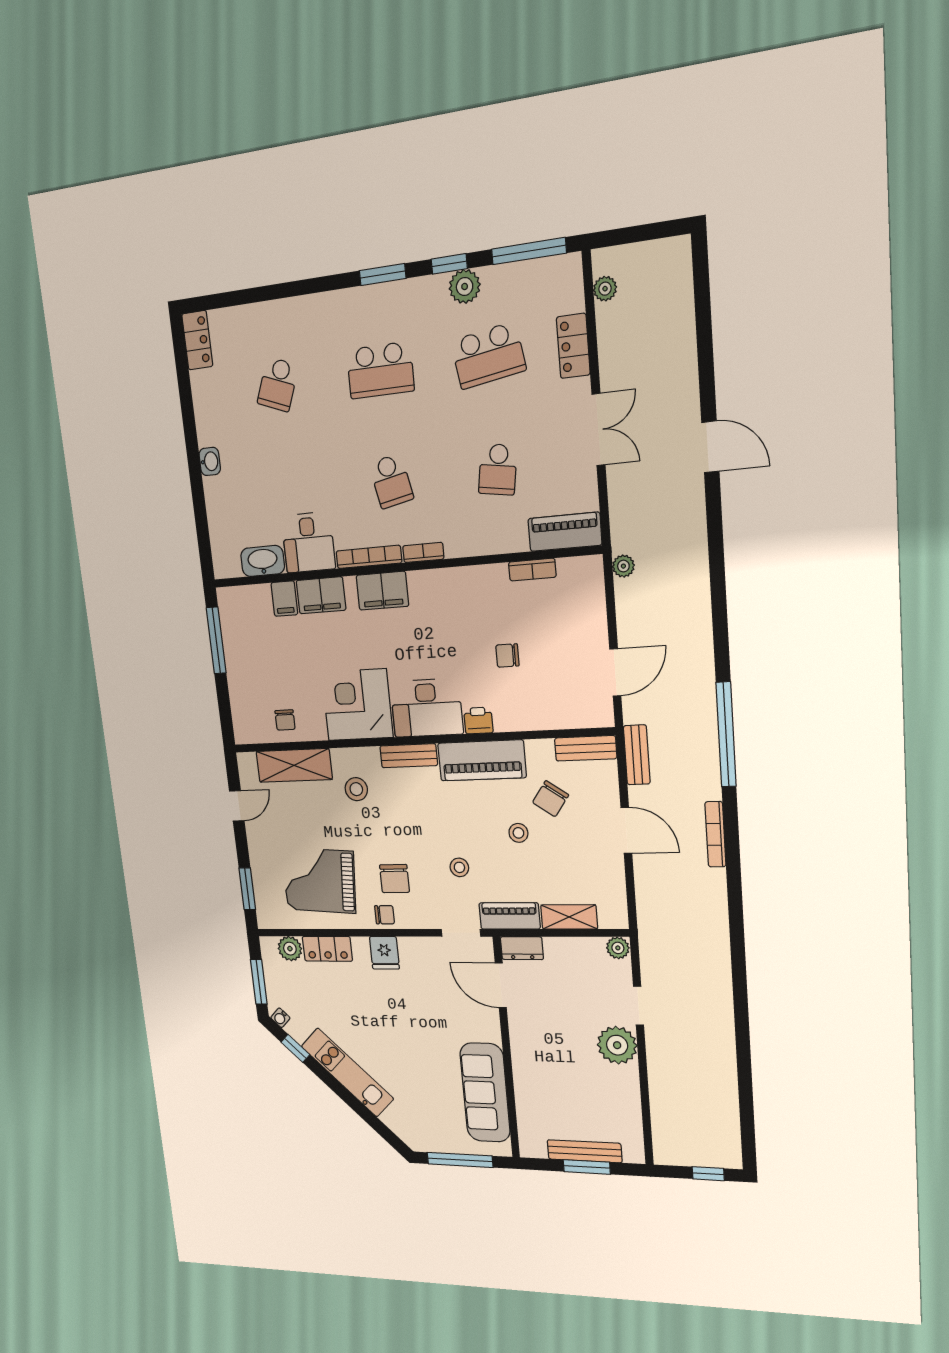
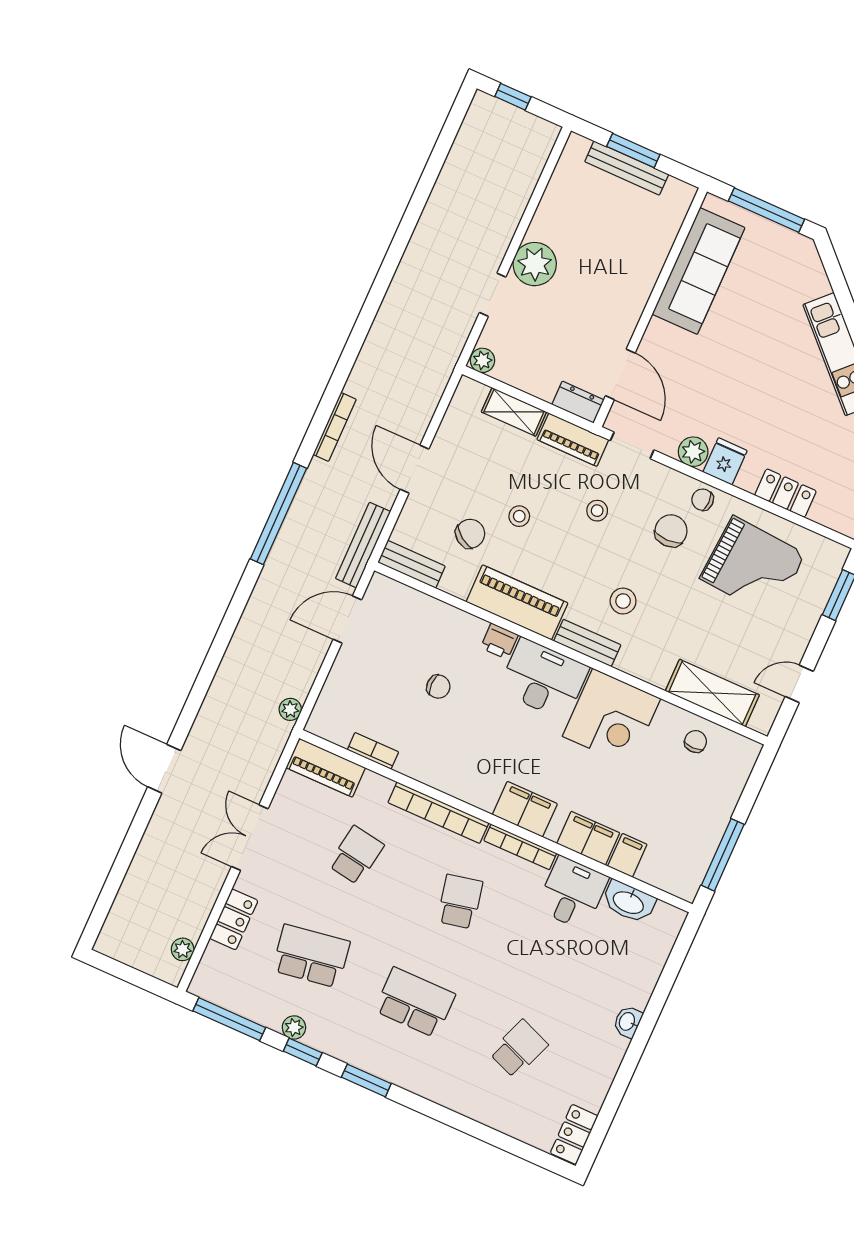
plant: (465, 286) -> (294, 1027), width x0.73, depth x0.73
bookcase: (423, 552) -> (438, 813), width x2.31, depth x1.31
bench: (637, 755) -> (363, 545), width x1.36
stool: (356, 789) -> (623, 601), moved
plant: (290, 949) -> (693, 452), moved

